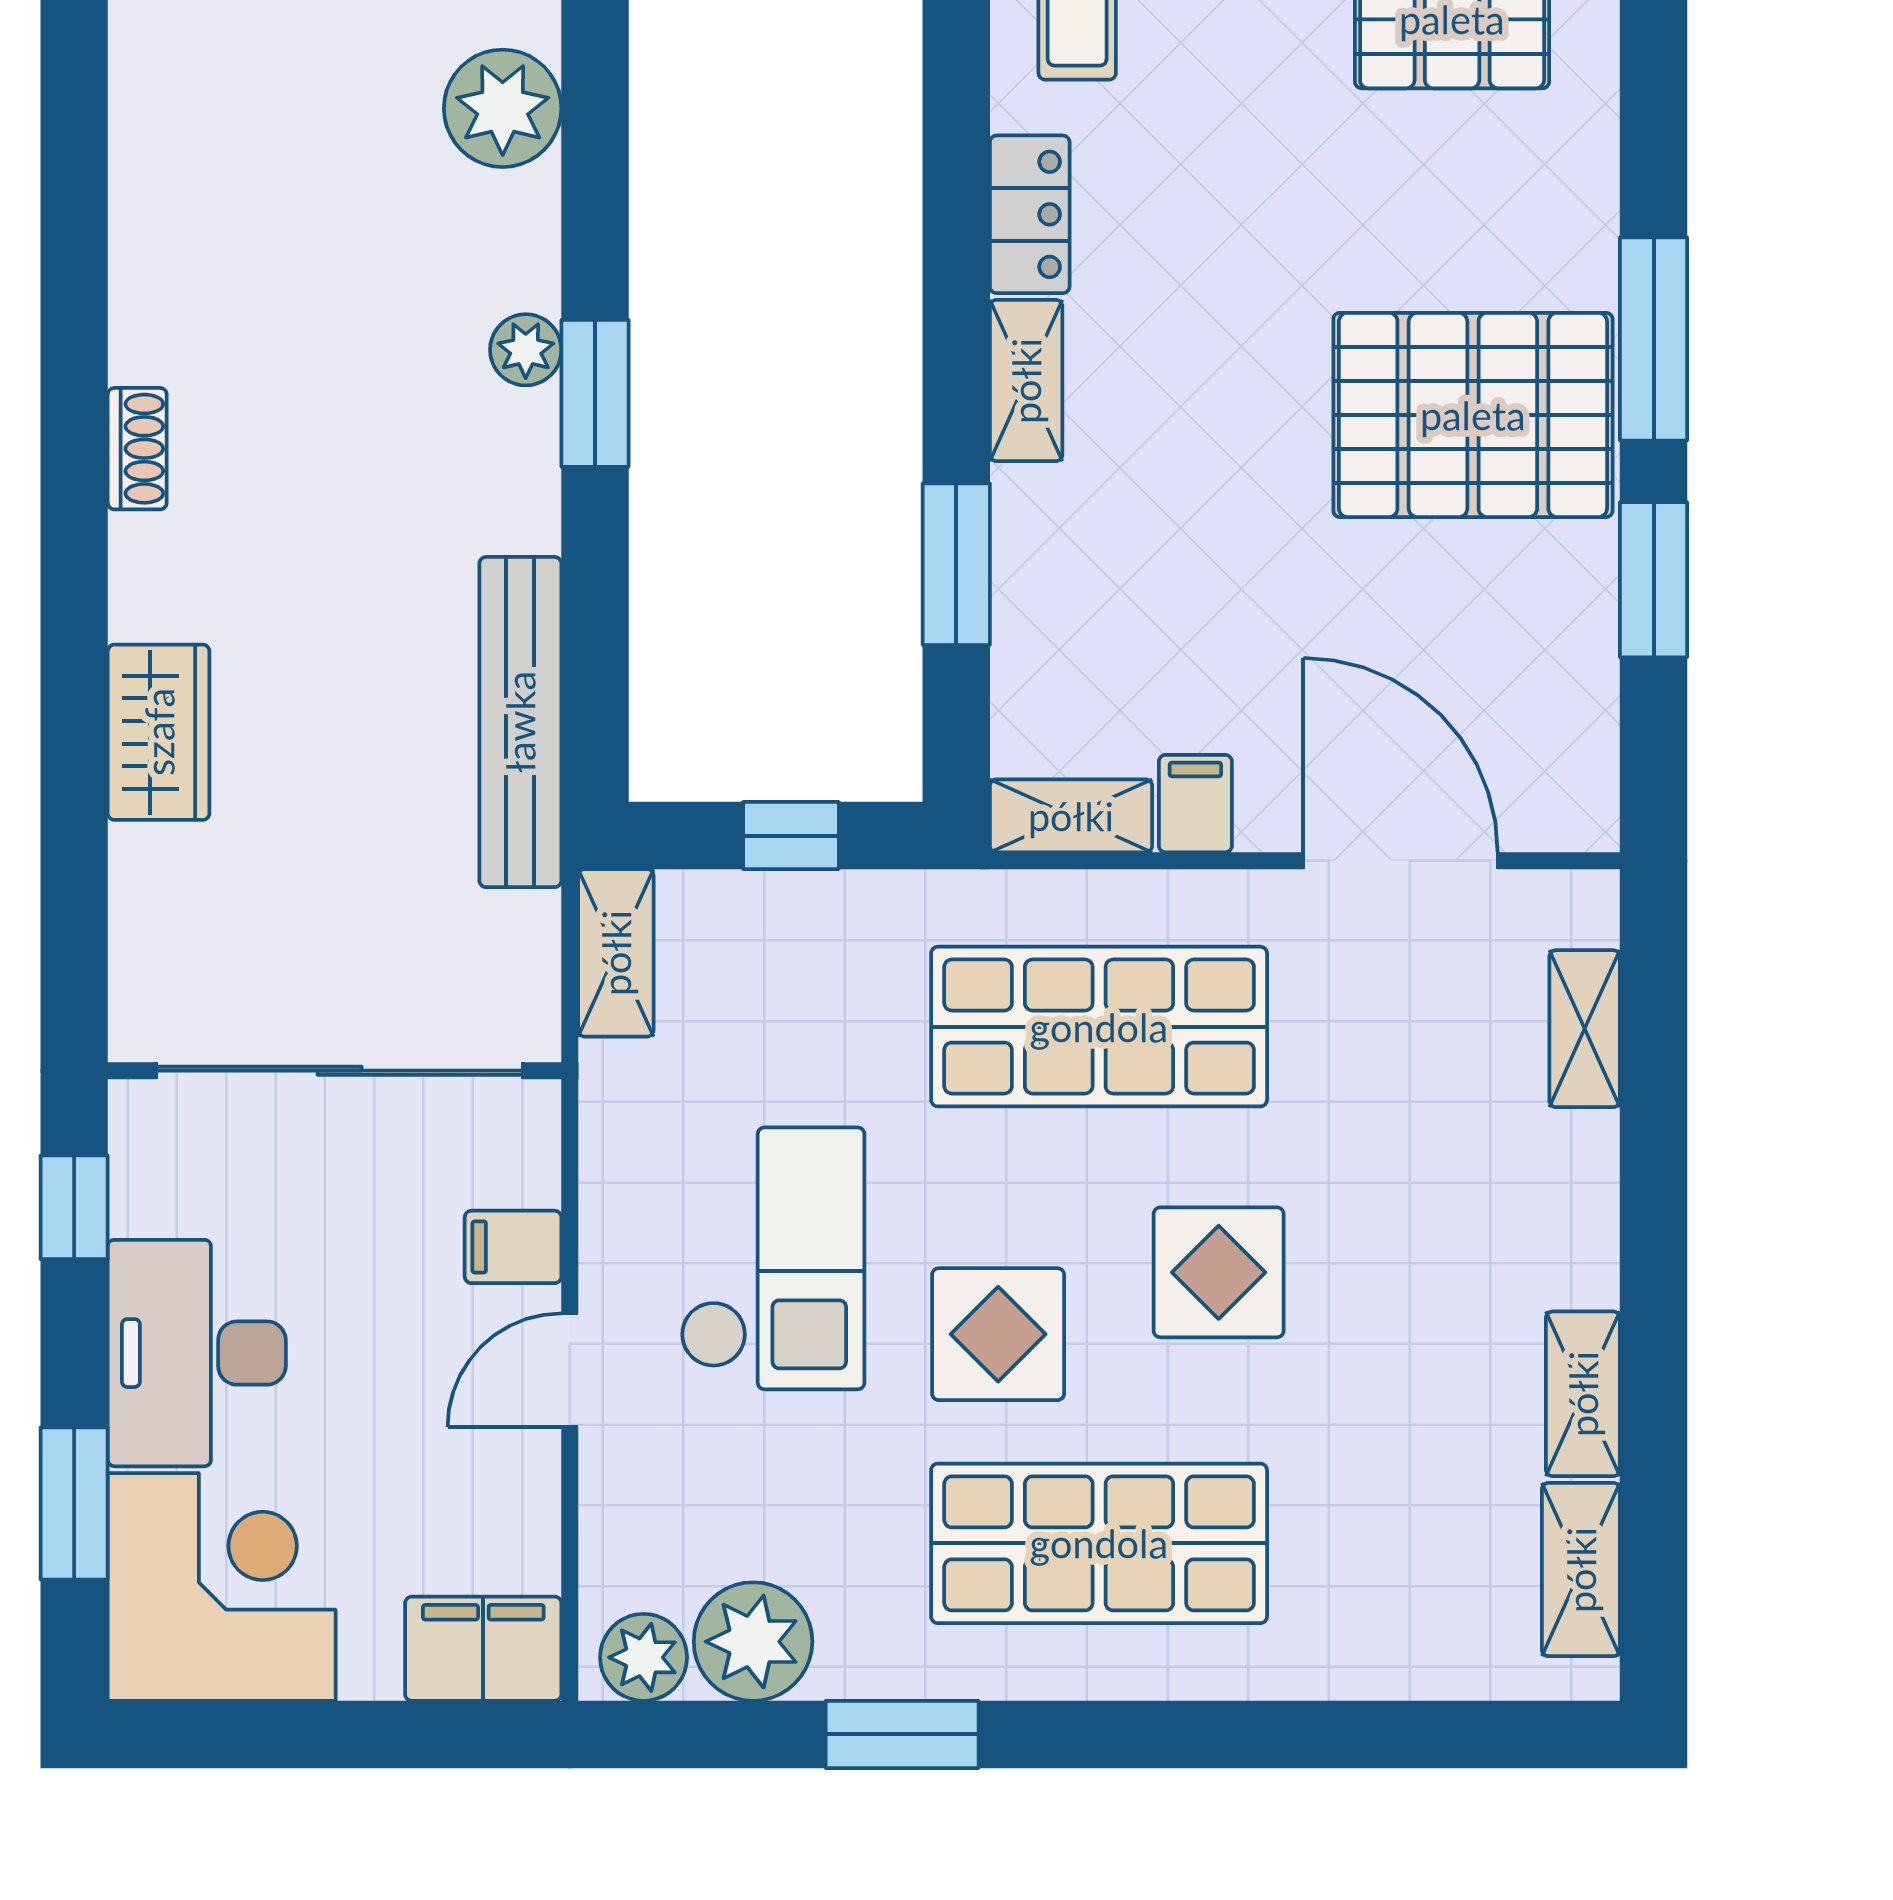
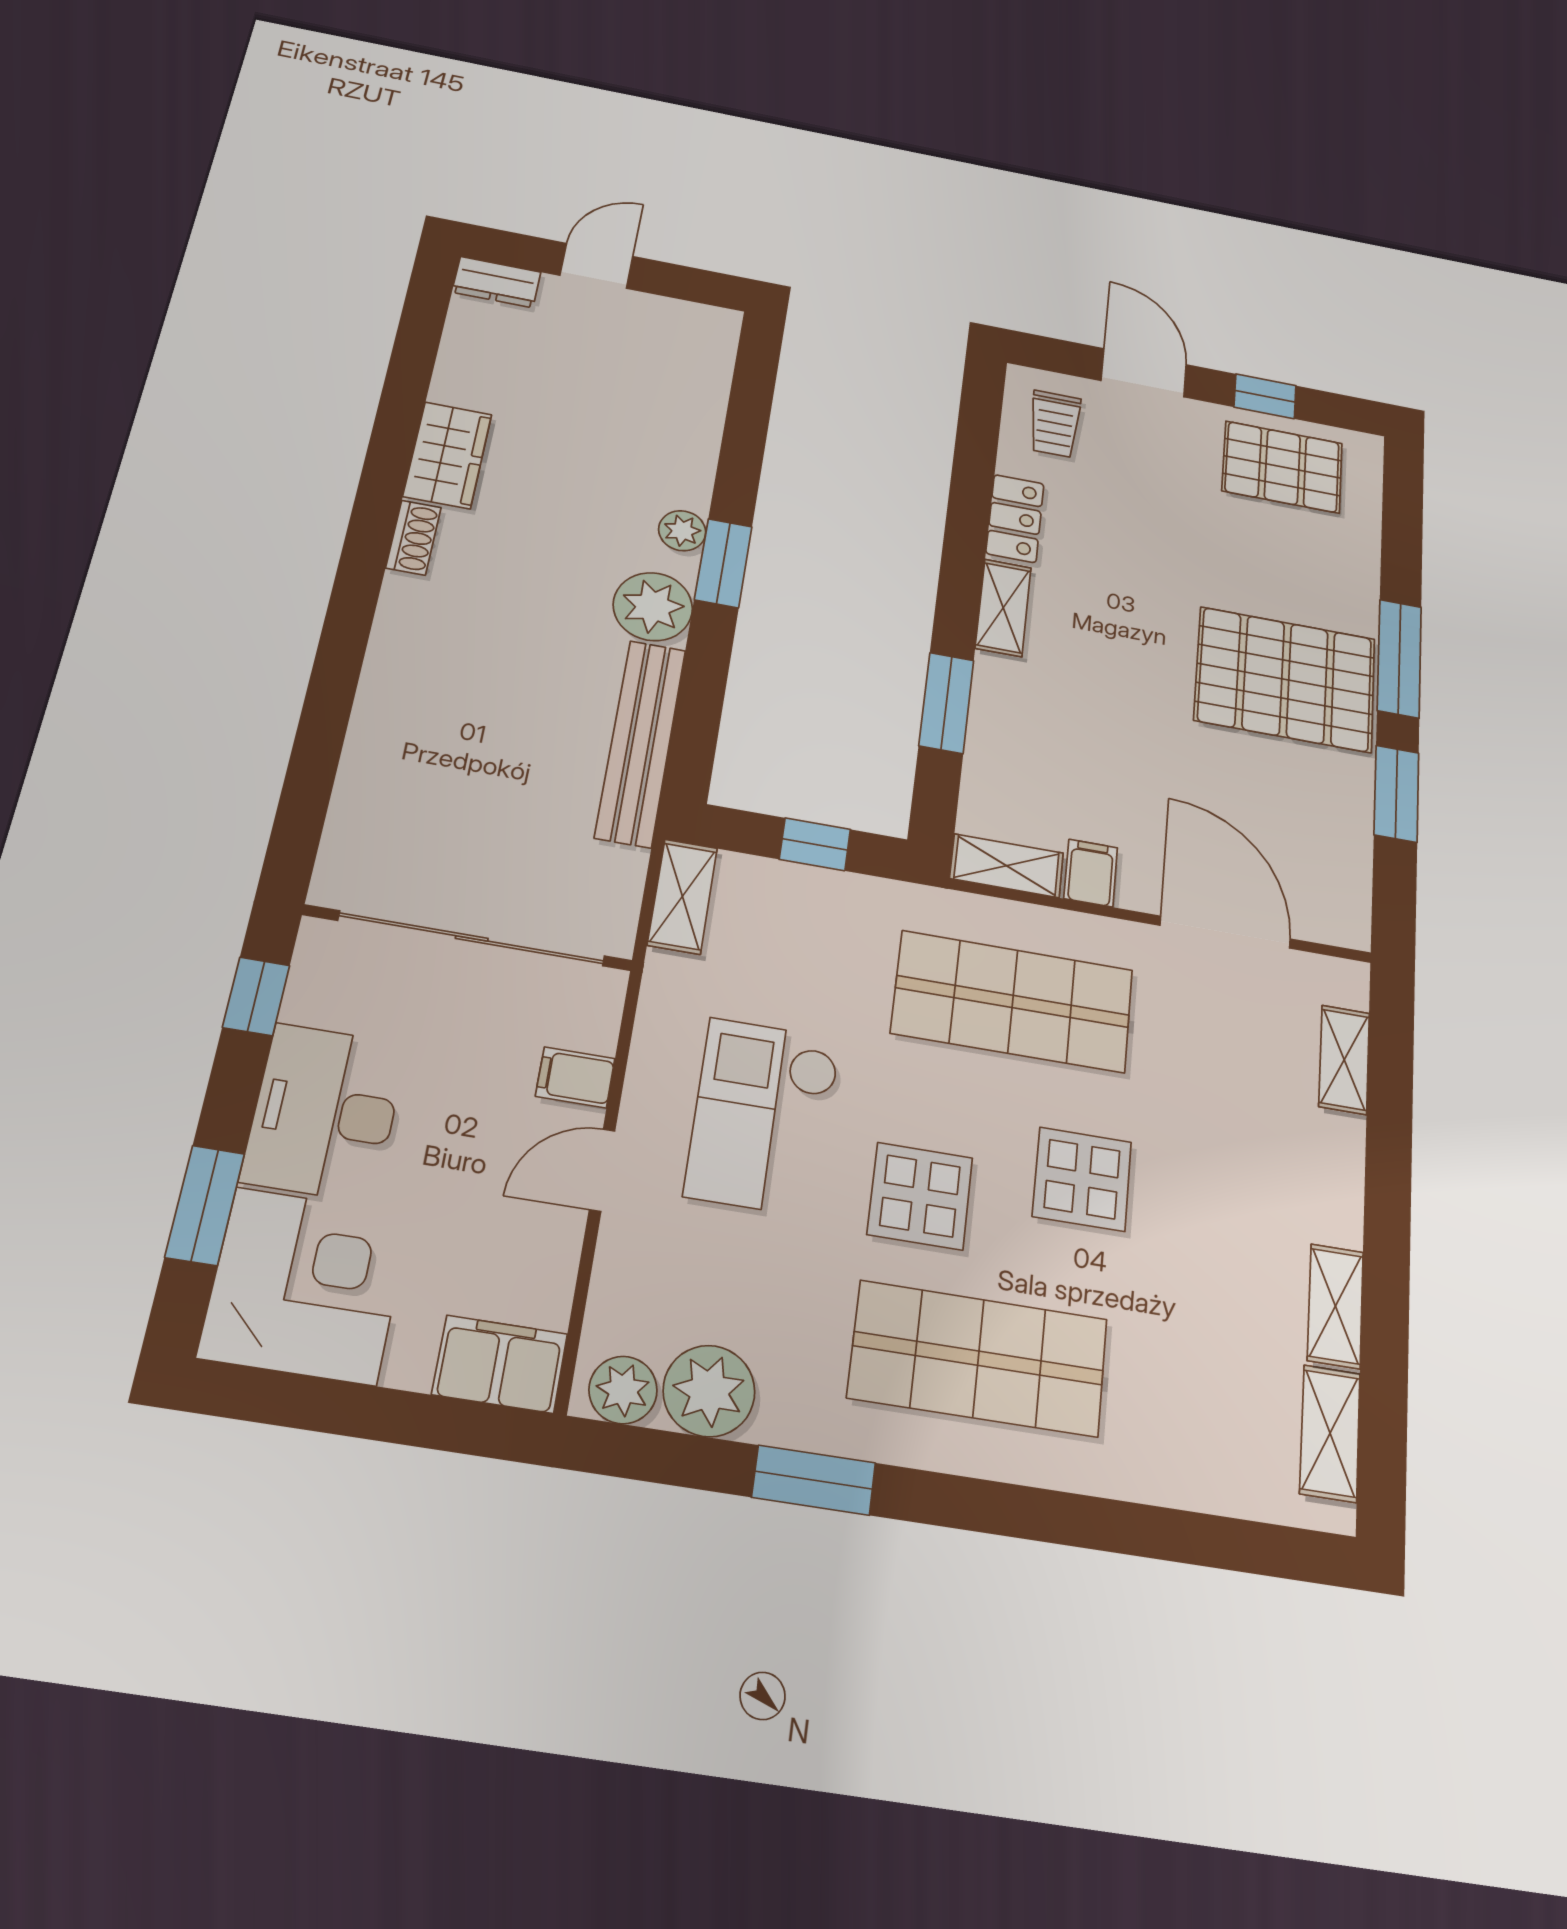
plant: (503, 108) -> (653, 607), moved
wardrobe: (159, 732) -> (448, 455), moved
checkout: (772, 1258) -> (763, 1117), turned 180

